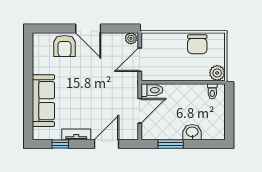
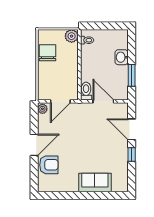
chair: (197, 44) -> (47, 53), turned -90
door: (140, 60) -> (60, 101), hinge flipped
sofa: (43, 101) -> (95, 183), width x0.73
tv unit: (76, 134) -> (123, 155), removed
window: (60, 144) -> (132, 154), moved

